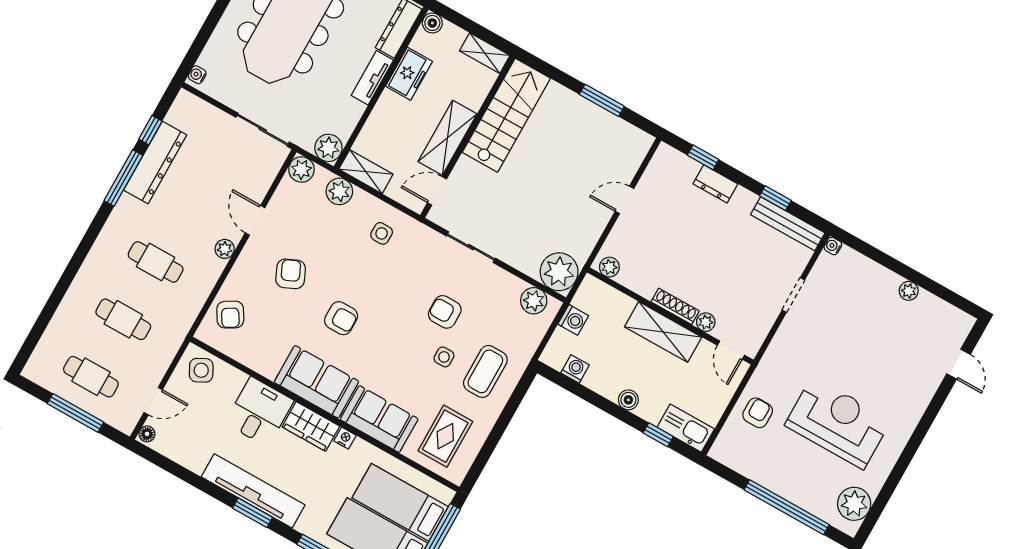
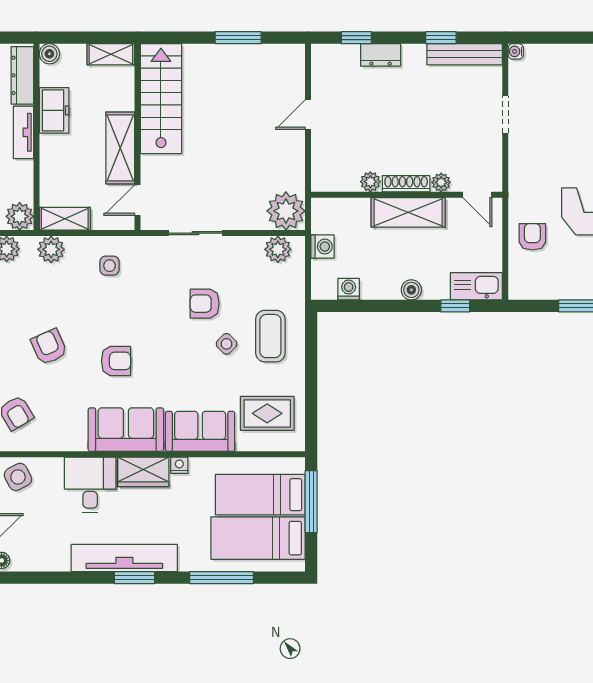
plant: (609, 267) -> (370, 182), moved
side table: (444, 357) -> (227, 344), turned 45
rug: (445, 436) -> (267, 413), turned 90

